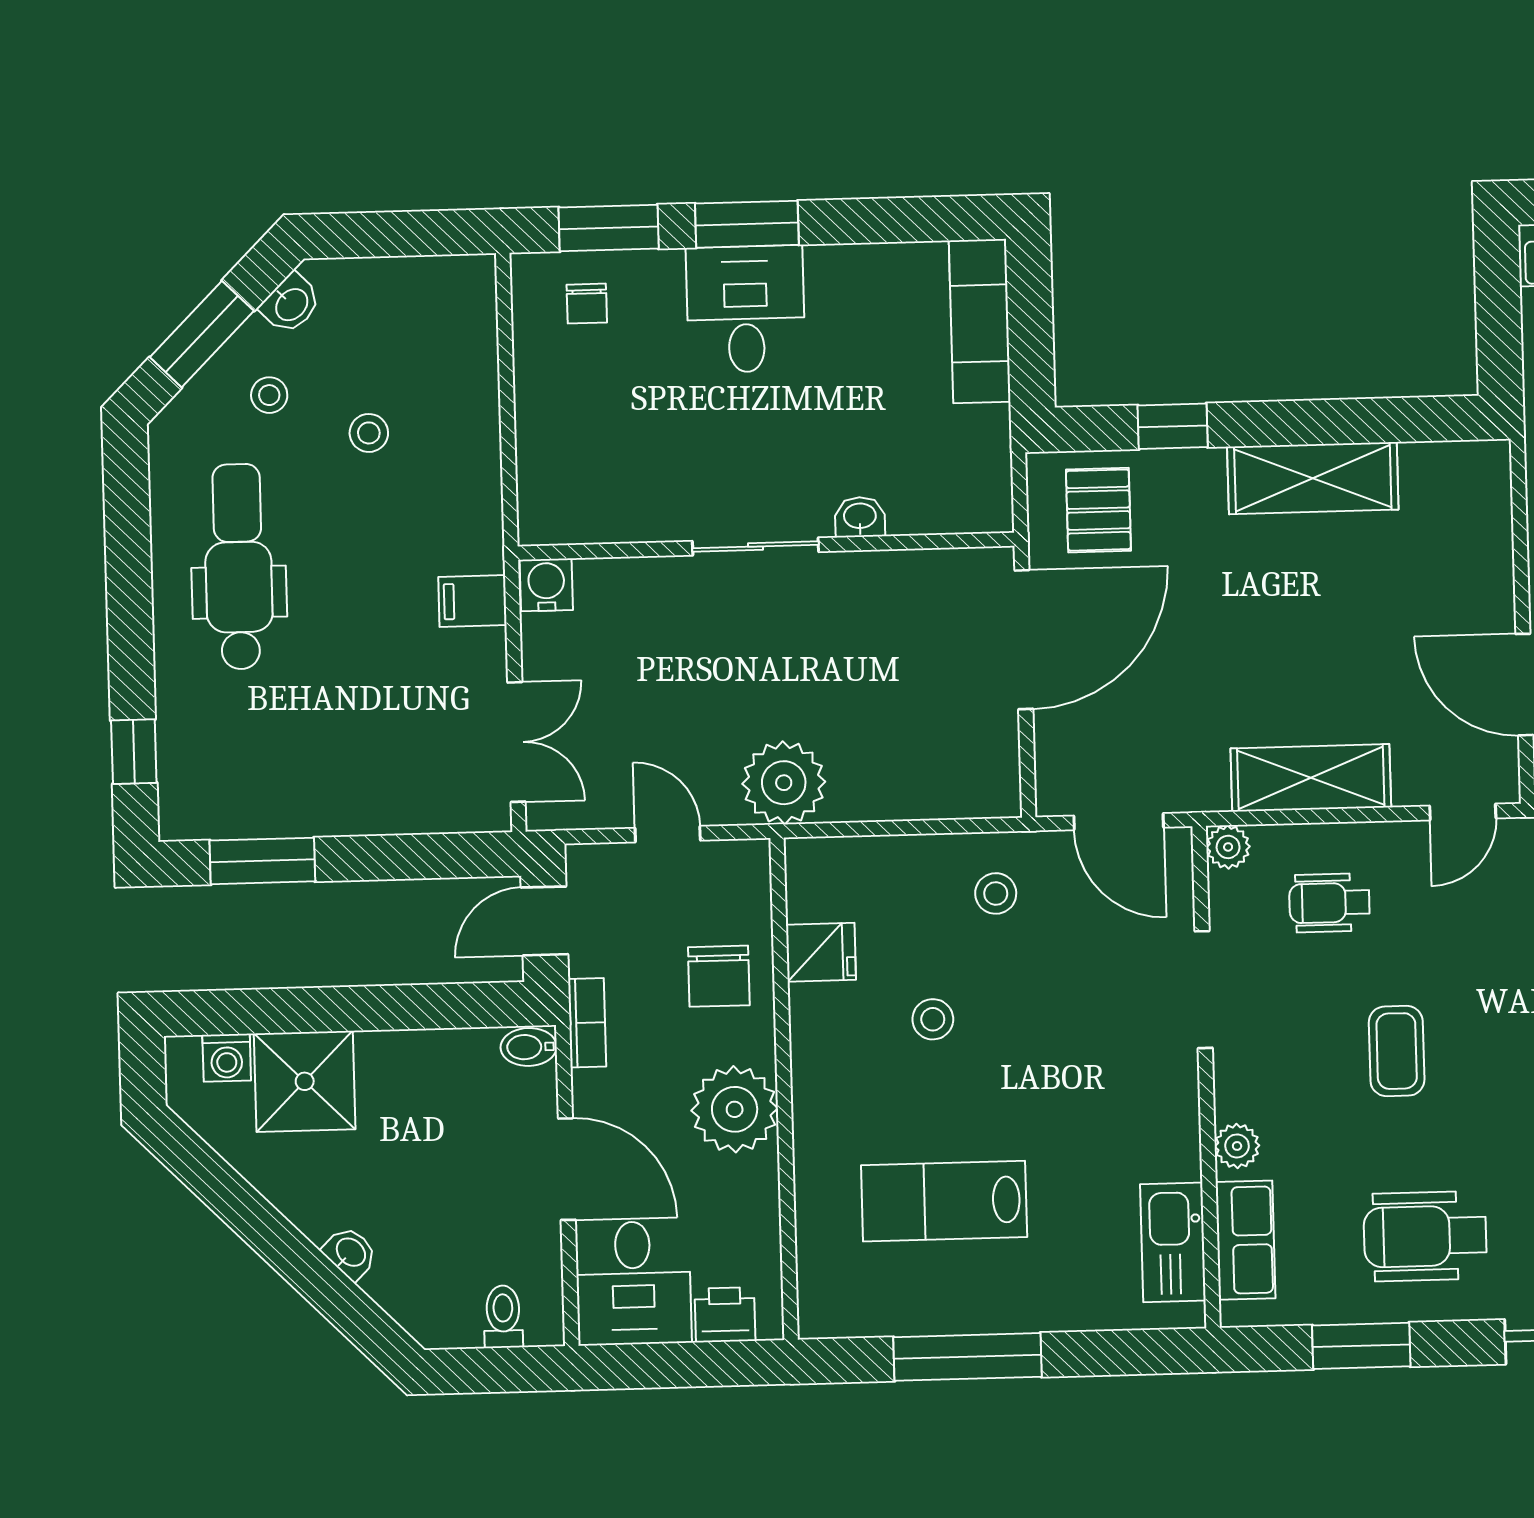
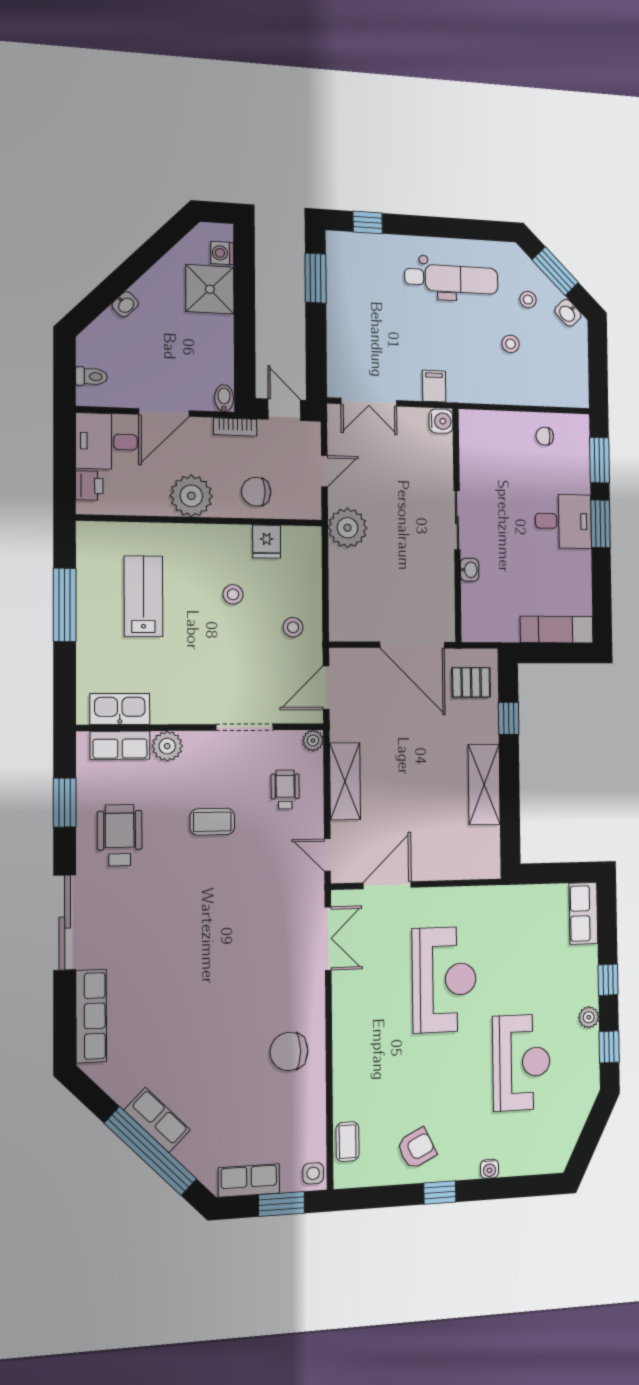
chair: (587, 304) -> (545, 436), moved
plant: (1237, 1146) -> (167, 746), width x1.38, depth x1.38

